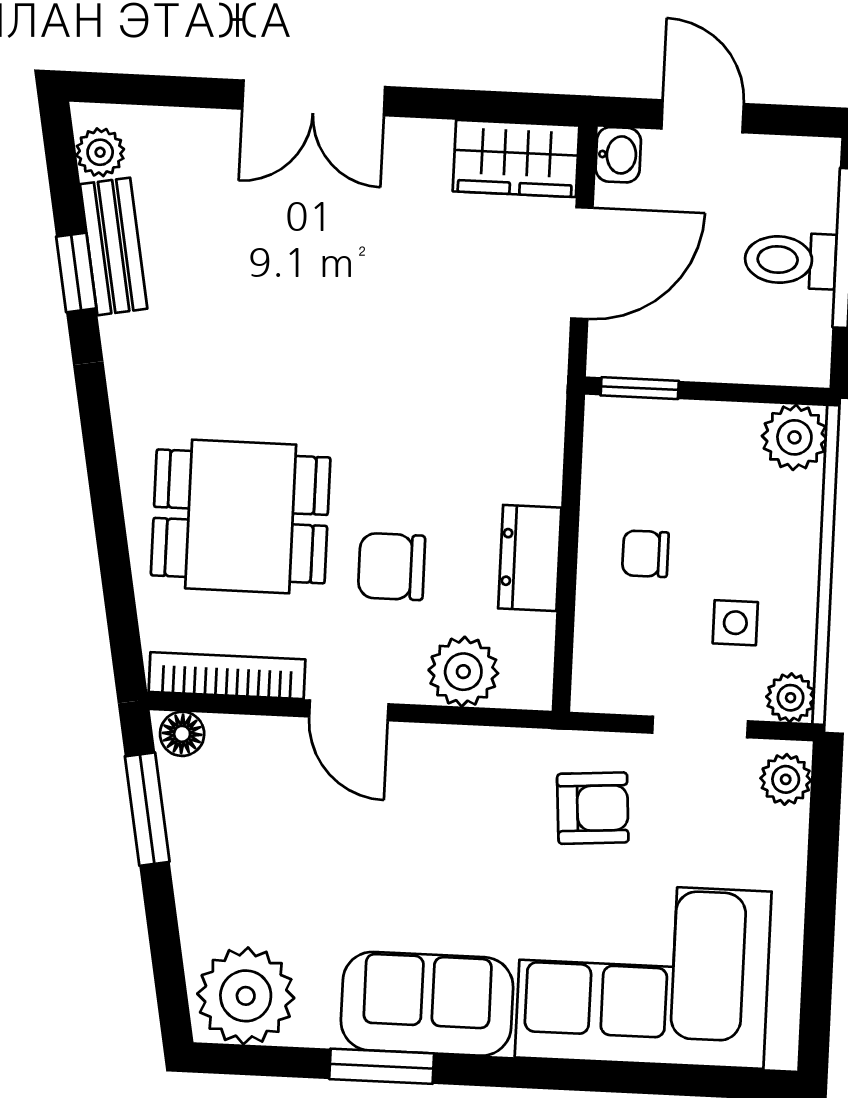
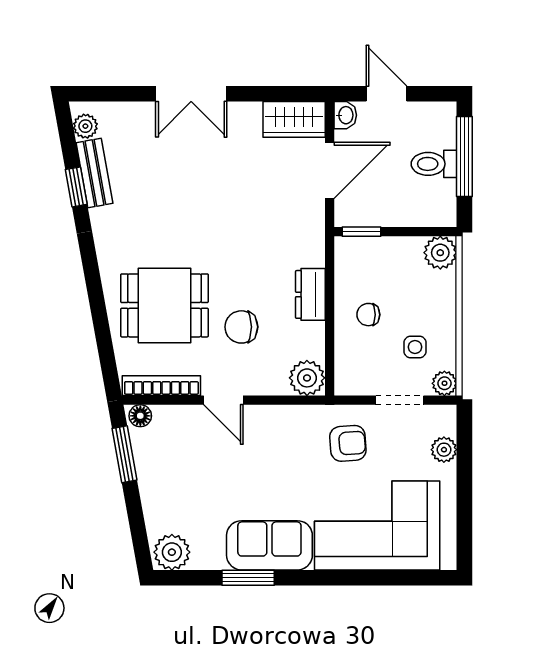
dresser: (530, 558) -> (310, 294), moved
plant: (463, 672) -> (307, 378), moved
plant: (786, 779) -> (444, 450), moved
plant: (246, 996) -> (172, 552), width x0.73, depth x0.73

